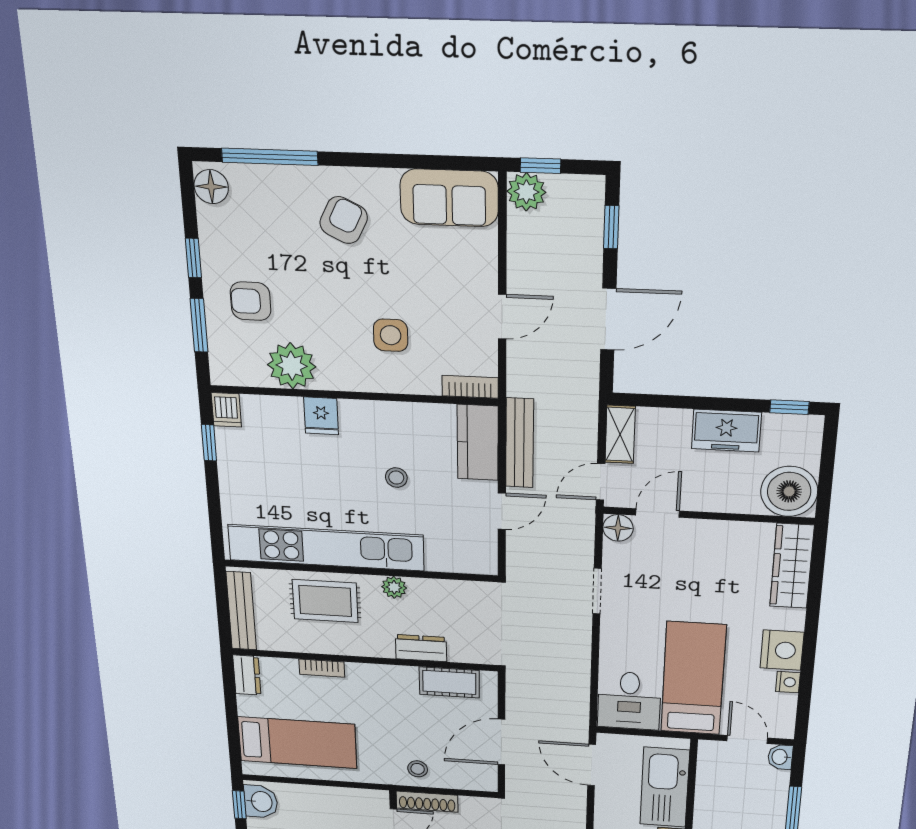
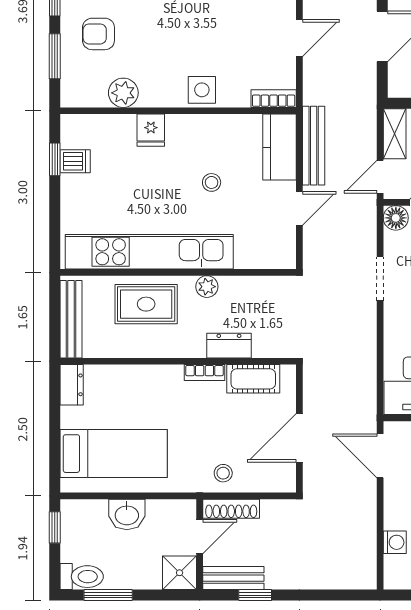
side table: (391, 335) -> (202, 90), moved
plant: (292, 366) -> (123, 93), width x0.73, depth x0.73
dishwasher: (226, 410) -> (75, 161), moved, turned -90
bookcase: (322, 668) -> (204, 373), moved
washbasin: (261, 801) -> (127, 514), moved, turned 90

